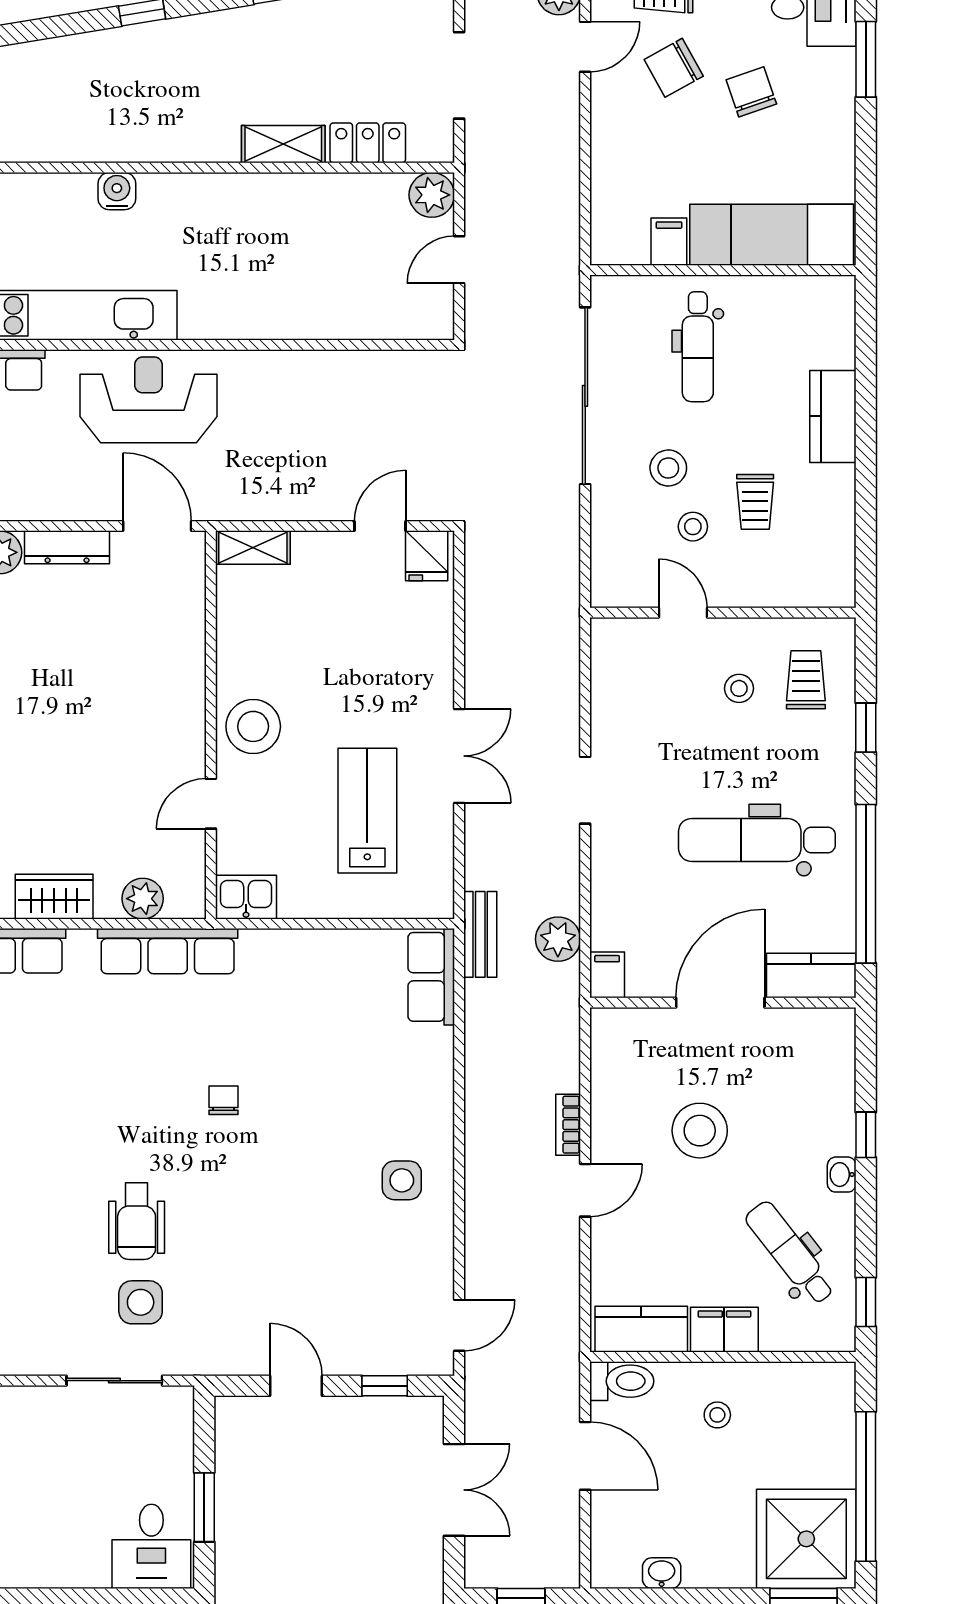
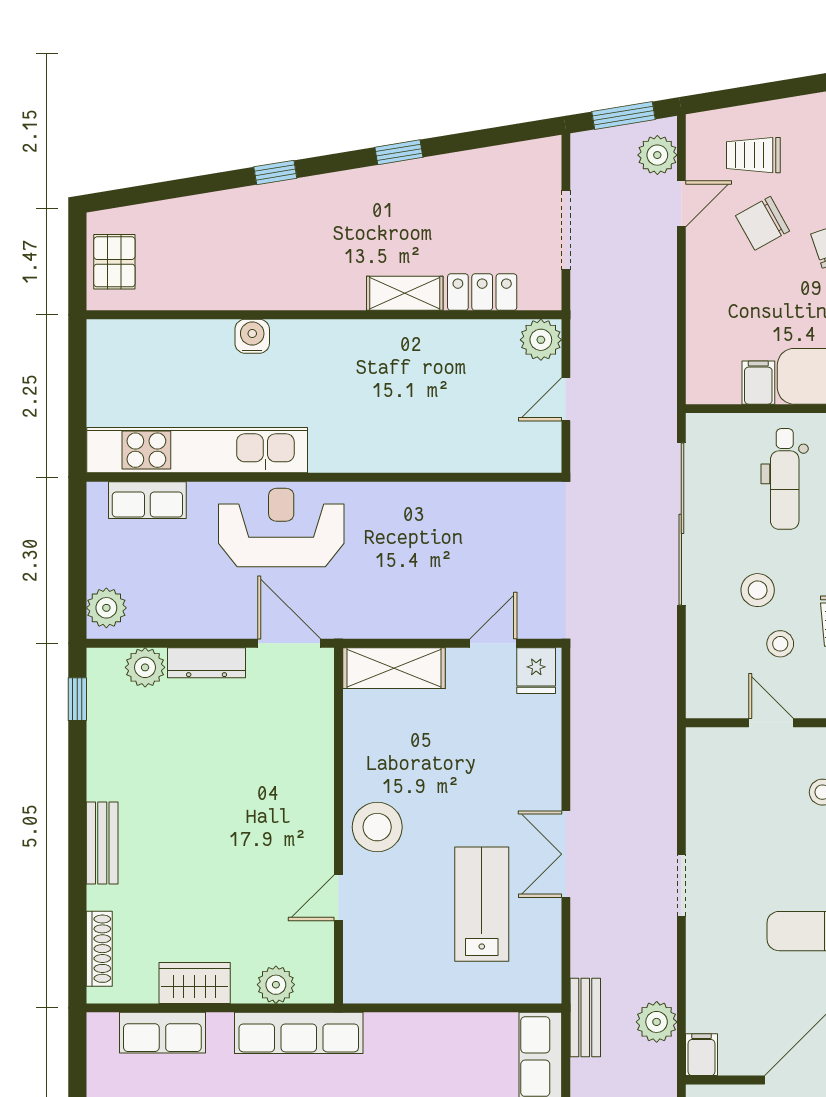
shelving: (253, 548) -> (394, 668), width x1.50, depth x1.33
double door: (459, 756) -> (566, 854), swing flipped
kitchen sink: (246, 897) -> (371, 983), removed

